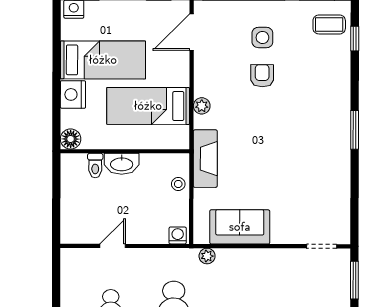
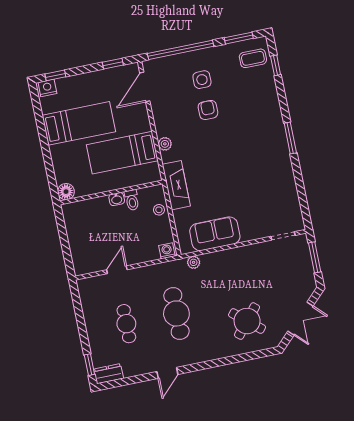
nightstand: (73, 94) -> (61, 156), removed
washbasin: (122, 164) -> (117, 199), width x0.52, depth x0.69
toilet: (95, 165) -> (132, 200), moved

